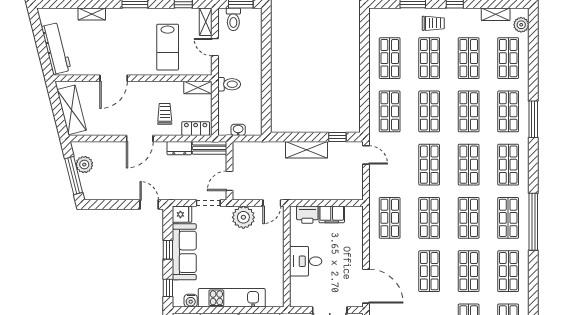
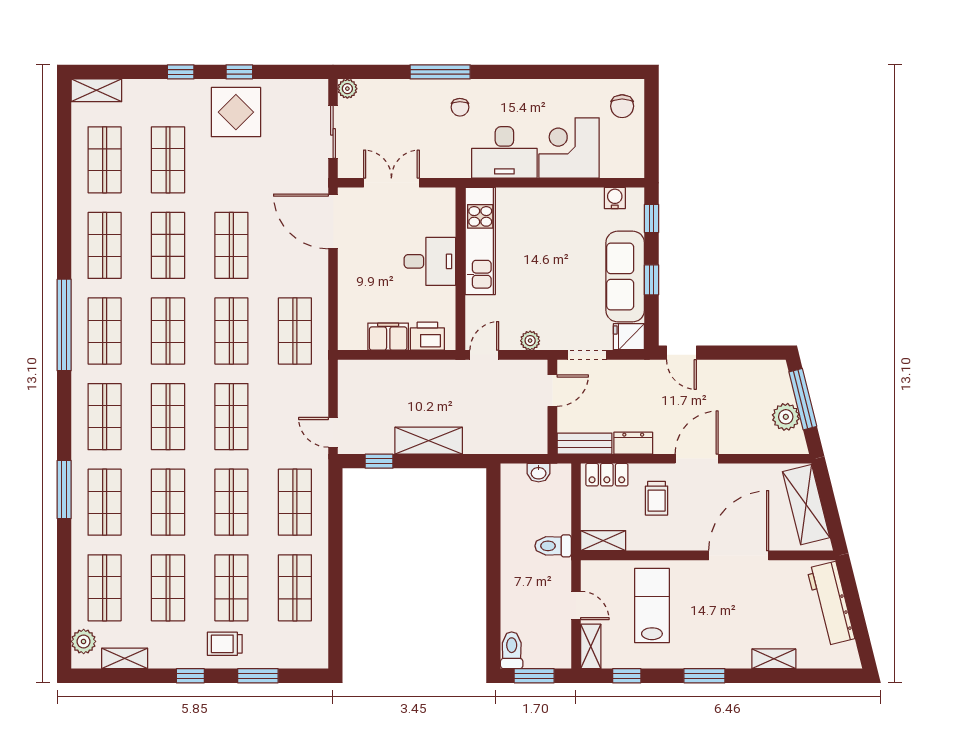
toilet: (233, 19) -> (512, 650), moved
door: (114, 78) -> (739, 555), width x1.36
plant: (243, 217) -> (530, 341), width x0.53, depth x0.53
kitchen unit: (232, 298) -> (480, 241), moved, turned -90

